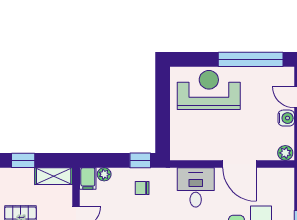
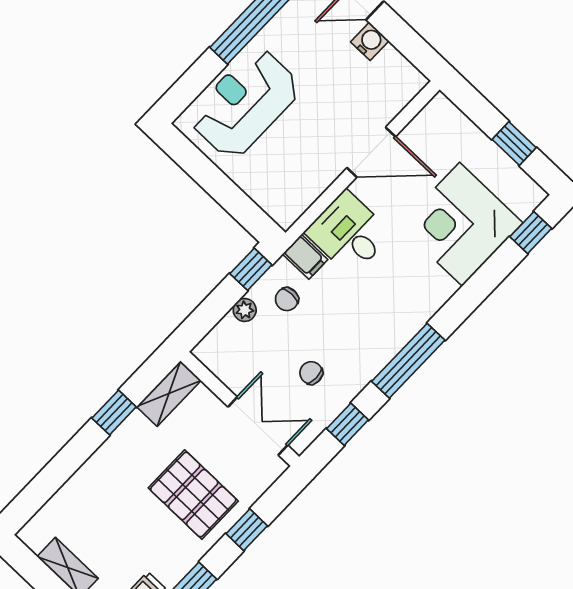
plant: (285, 153) -> (411, 83), removed
plant: (104, 174) -> (245, 310), moved
filing cabinet: (88, 178) -> (305, 257), moved

